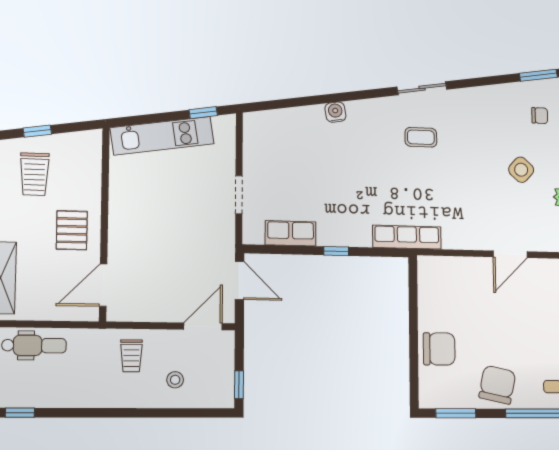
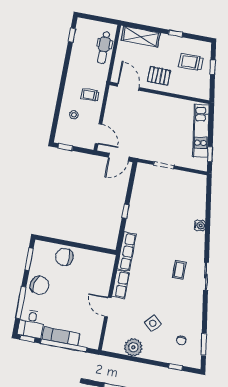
row of seats: (291, 233) -> (121, 284), moved
chair: (439, 349) -> (64, 257), turned 90

